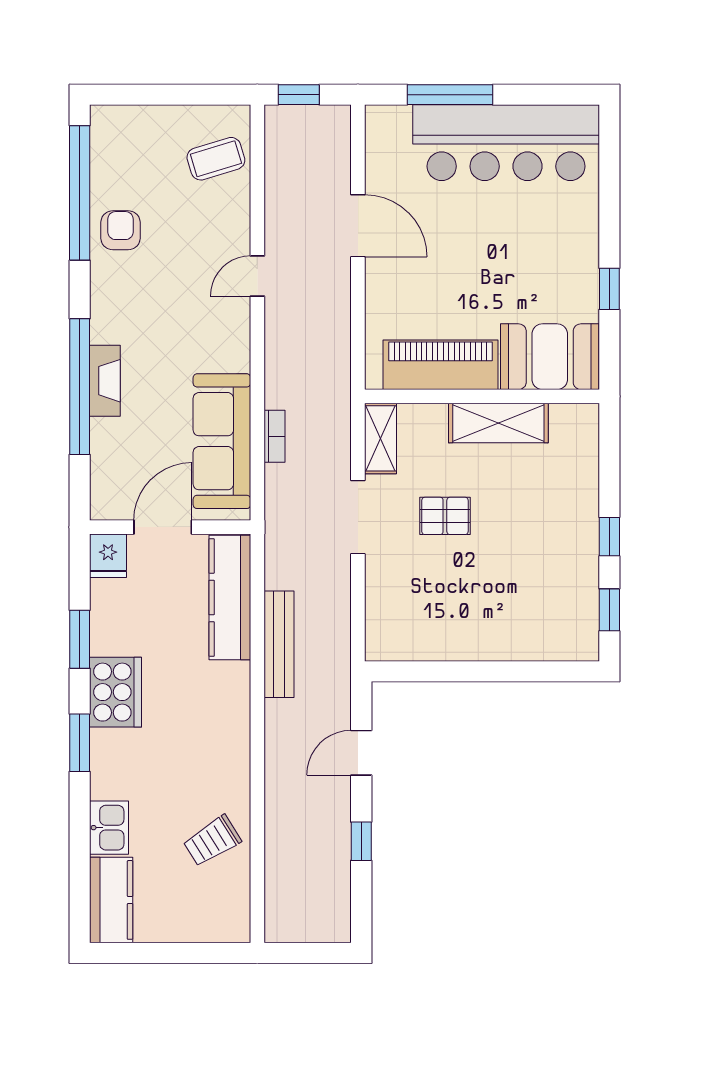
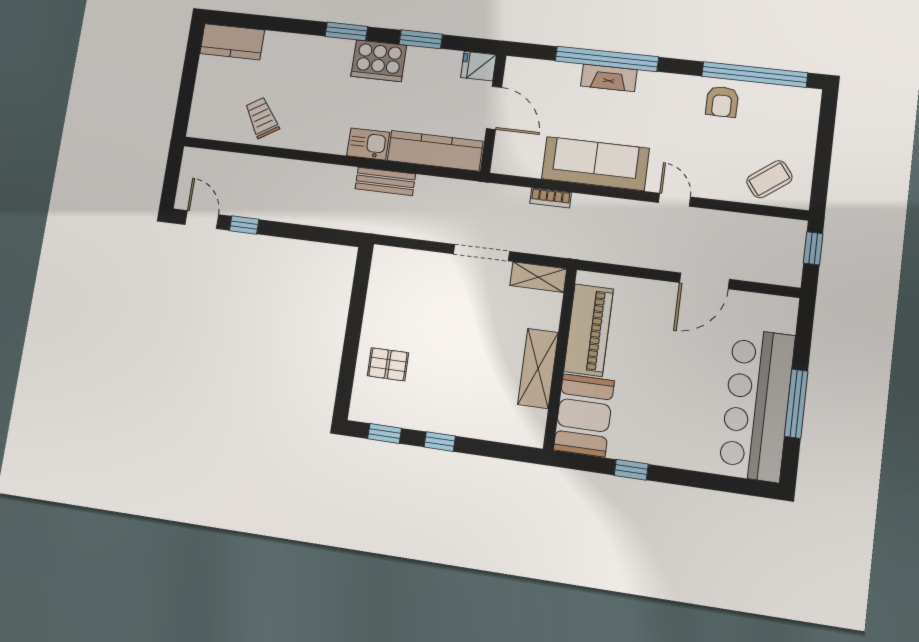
window: (450, 95) -> (796, 404), moved
coffee table: (216, 159) -> (769, 179), turned 70
armchair: (121, 230) -> (722, 102), turned 90
sofa: (222, 441) -> (595, 164), moved
pallet: (445, 516) -> (388, 364), moved, turned 90
bench: (279, 644) -> (385, 181), width x0.73
door: (361, 753) -> (202, 220), moved
kitchen sink: (109, 828) -> (368, 144), moved, turned 180

